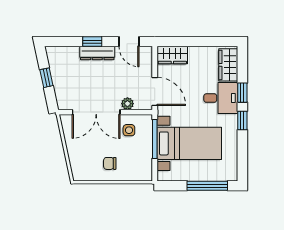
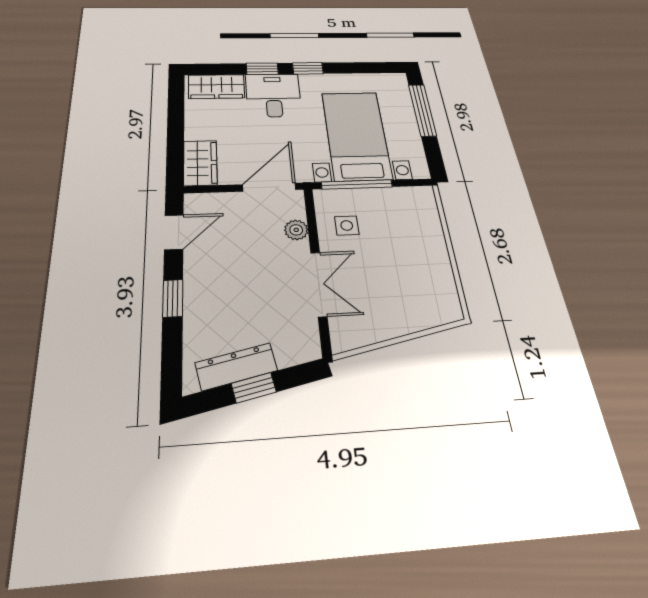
dresser: (97, 53) -> (236, 367), moved, turned -102
double door: (96, 112) -> (319, 284), width x0.73
chair: (110, 163) -> (416, 255), removed

